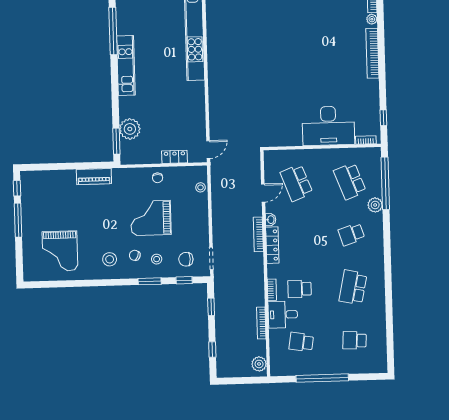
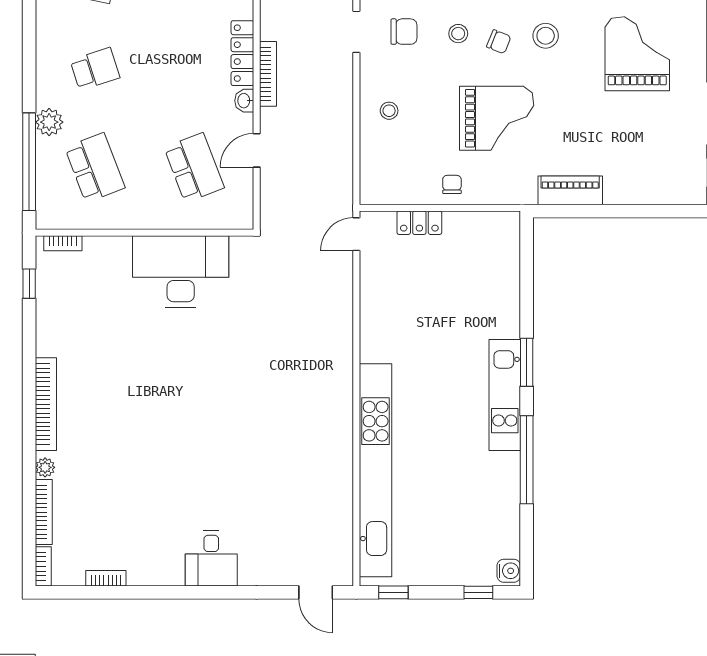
desk: (328, 126) -> (181, 272), moved
plant: (130, 129) -> (501, 277), removed
window: (116, 141) -> (527, 362), moved
stool: (201, 187) -> (389, 111), moved
grand piano: (151, 218) -> (497, 118), moved

